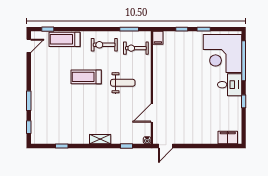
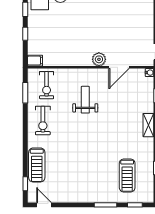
treadmill: (86, 77) -> (127, 175), moved
plant: (159, 95) -> (99, 59), added
door: (152, 113) -> (119, 67), hinge flipped

